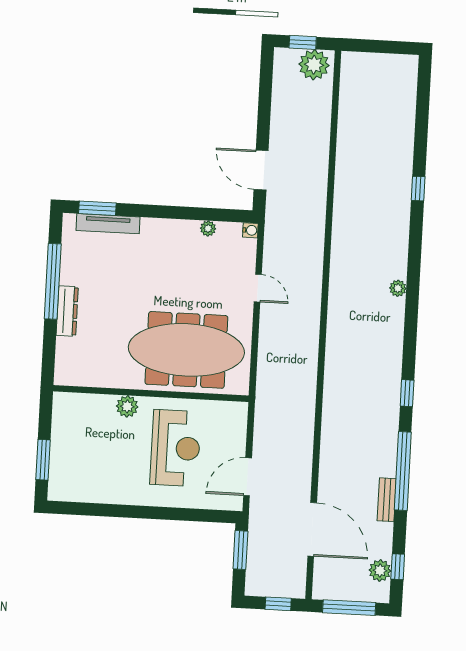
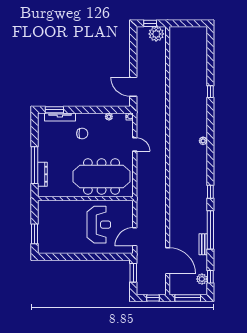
chair: (152, 260) -> (82, 134), added
window: (53, 281) -> (34, 165), moved
dresser: (67, 311) -> (42, 174), moved
plant: (127, 406) -> (74, 206), removed

